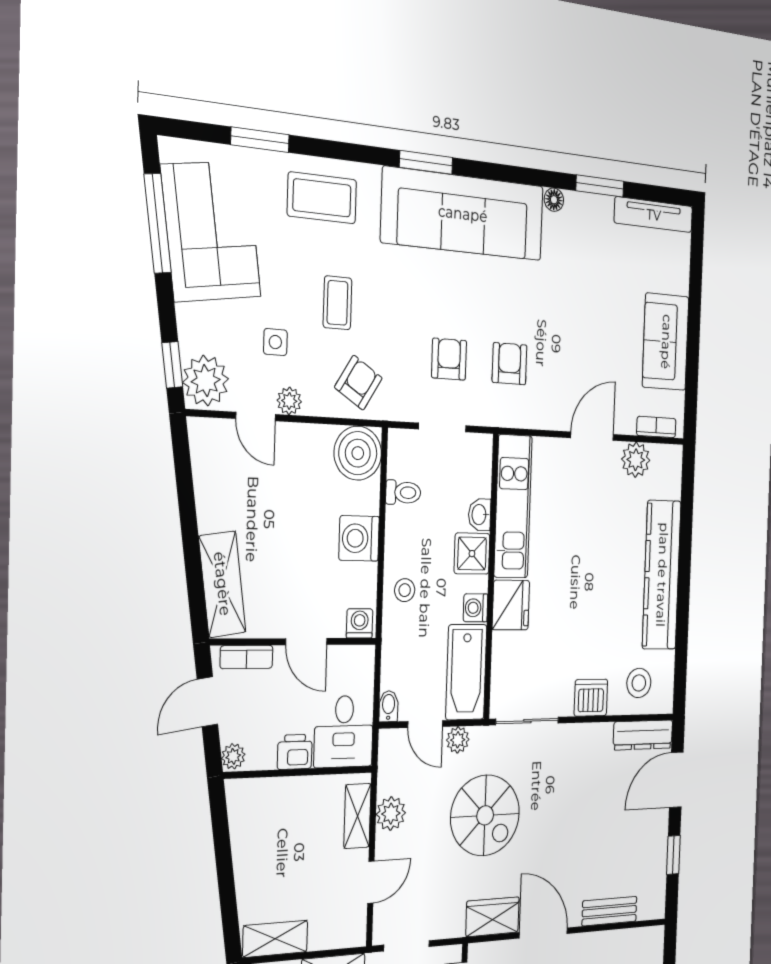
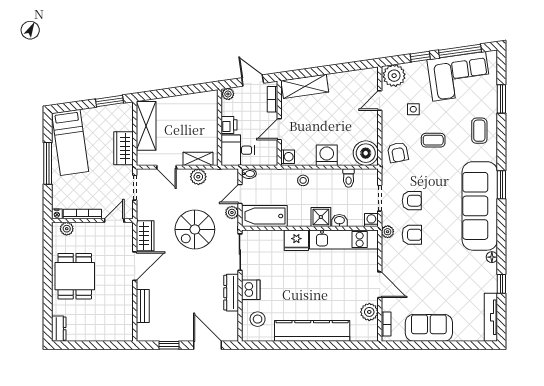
window: (600, 186) -> (501, 284), width x0.67
coffee table: (322, 198) -> (479, 131), width x0.73, depth x0.77
window: (172, 365) -> (420, 57), moved
armchair: (358, 383) -> (398, 152), turned 47
plant: (289, 401) -> (388, 232), moved
washing machine: (476, 608) -> (371, 220), moved
dresser: (643, 735) -> (231, 293), moved
shelving: (275, 939) -> (146, 126), width x1.50, depth x1.33

